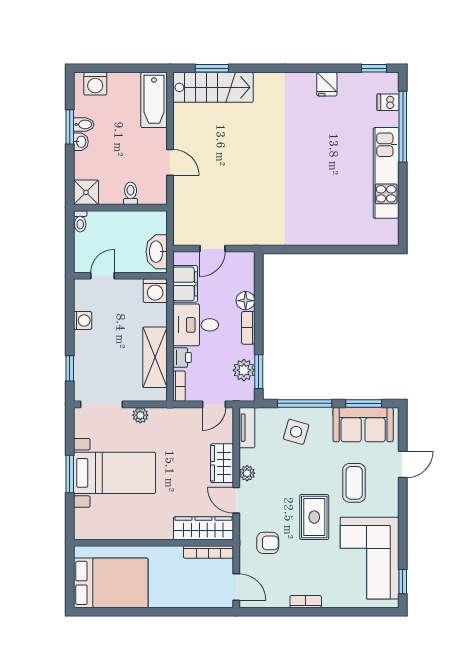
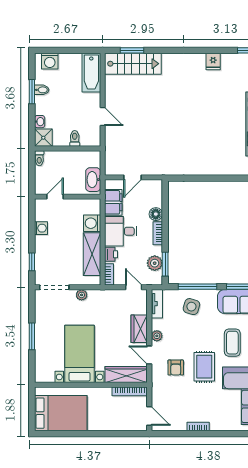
washbasin: (81, 142) -> (40, 122), moved
washing machine: (155, 291) -> (92, 223), moved, turned 90
door: (214, 404) -> (134, 287), swing flipped
bed with nightstands: (115, 473) -> (80, 354), moved, turned -90
armchair: (268, 543) -> (176, 368), moved, turned 90

